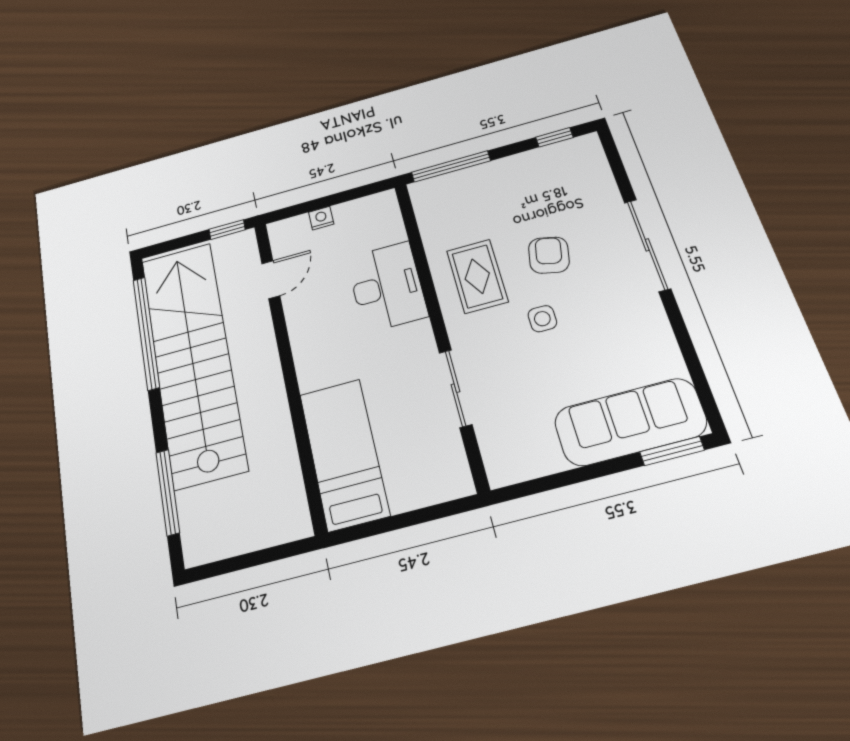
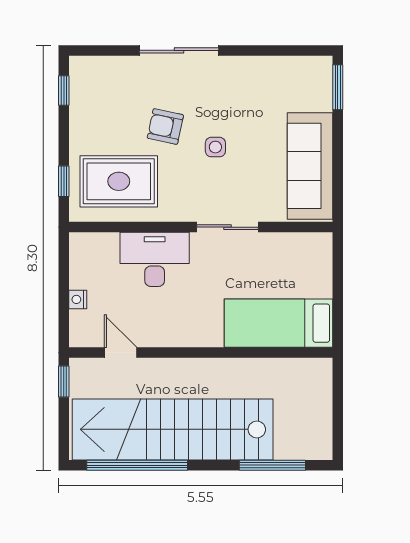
window: (451, 166) -> (64, 181), width x0.46
rug: (477, 276) -> (119, 181), moved, width x1.36, depth x1.43
sliding door: (455, 388) -> (228, 227), moved
sofa: (630, 422) -> (310, 166), moved

